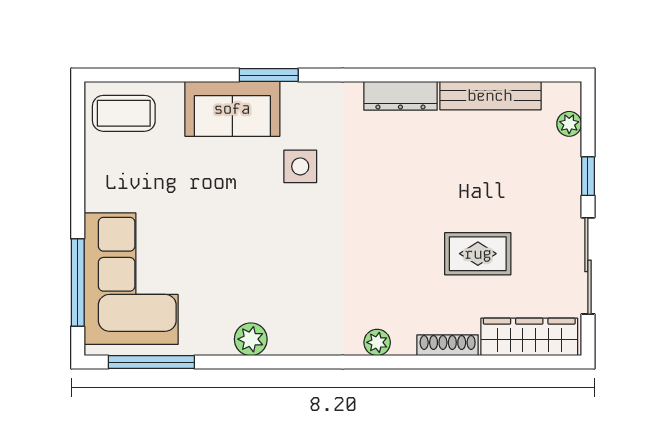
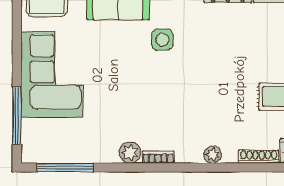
corner sofa: (131, 279) -> (52, 75), moved
bookcase: (294, 346) -> (158, 157), added

